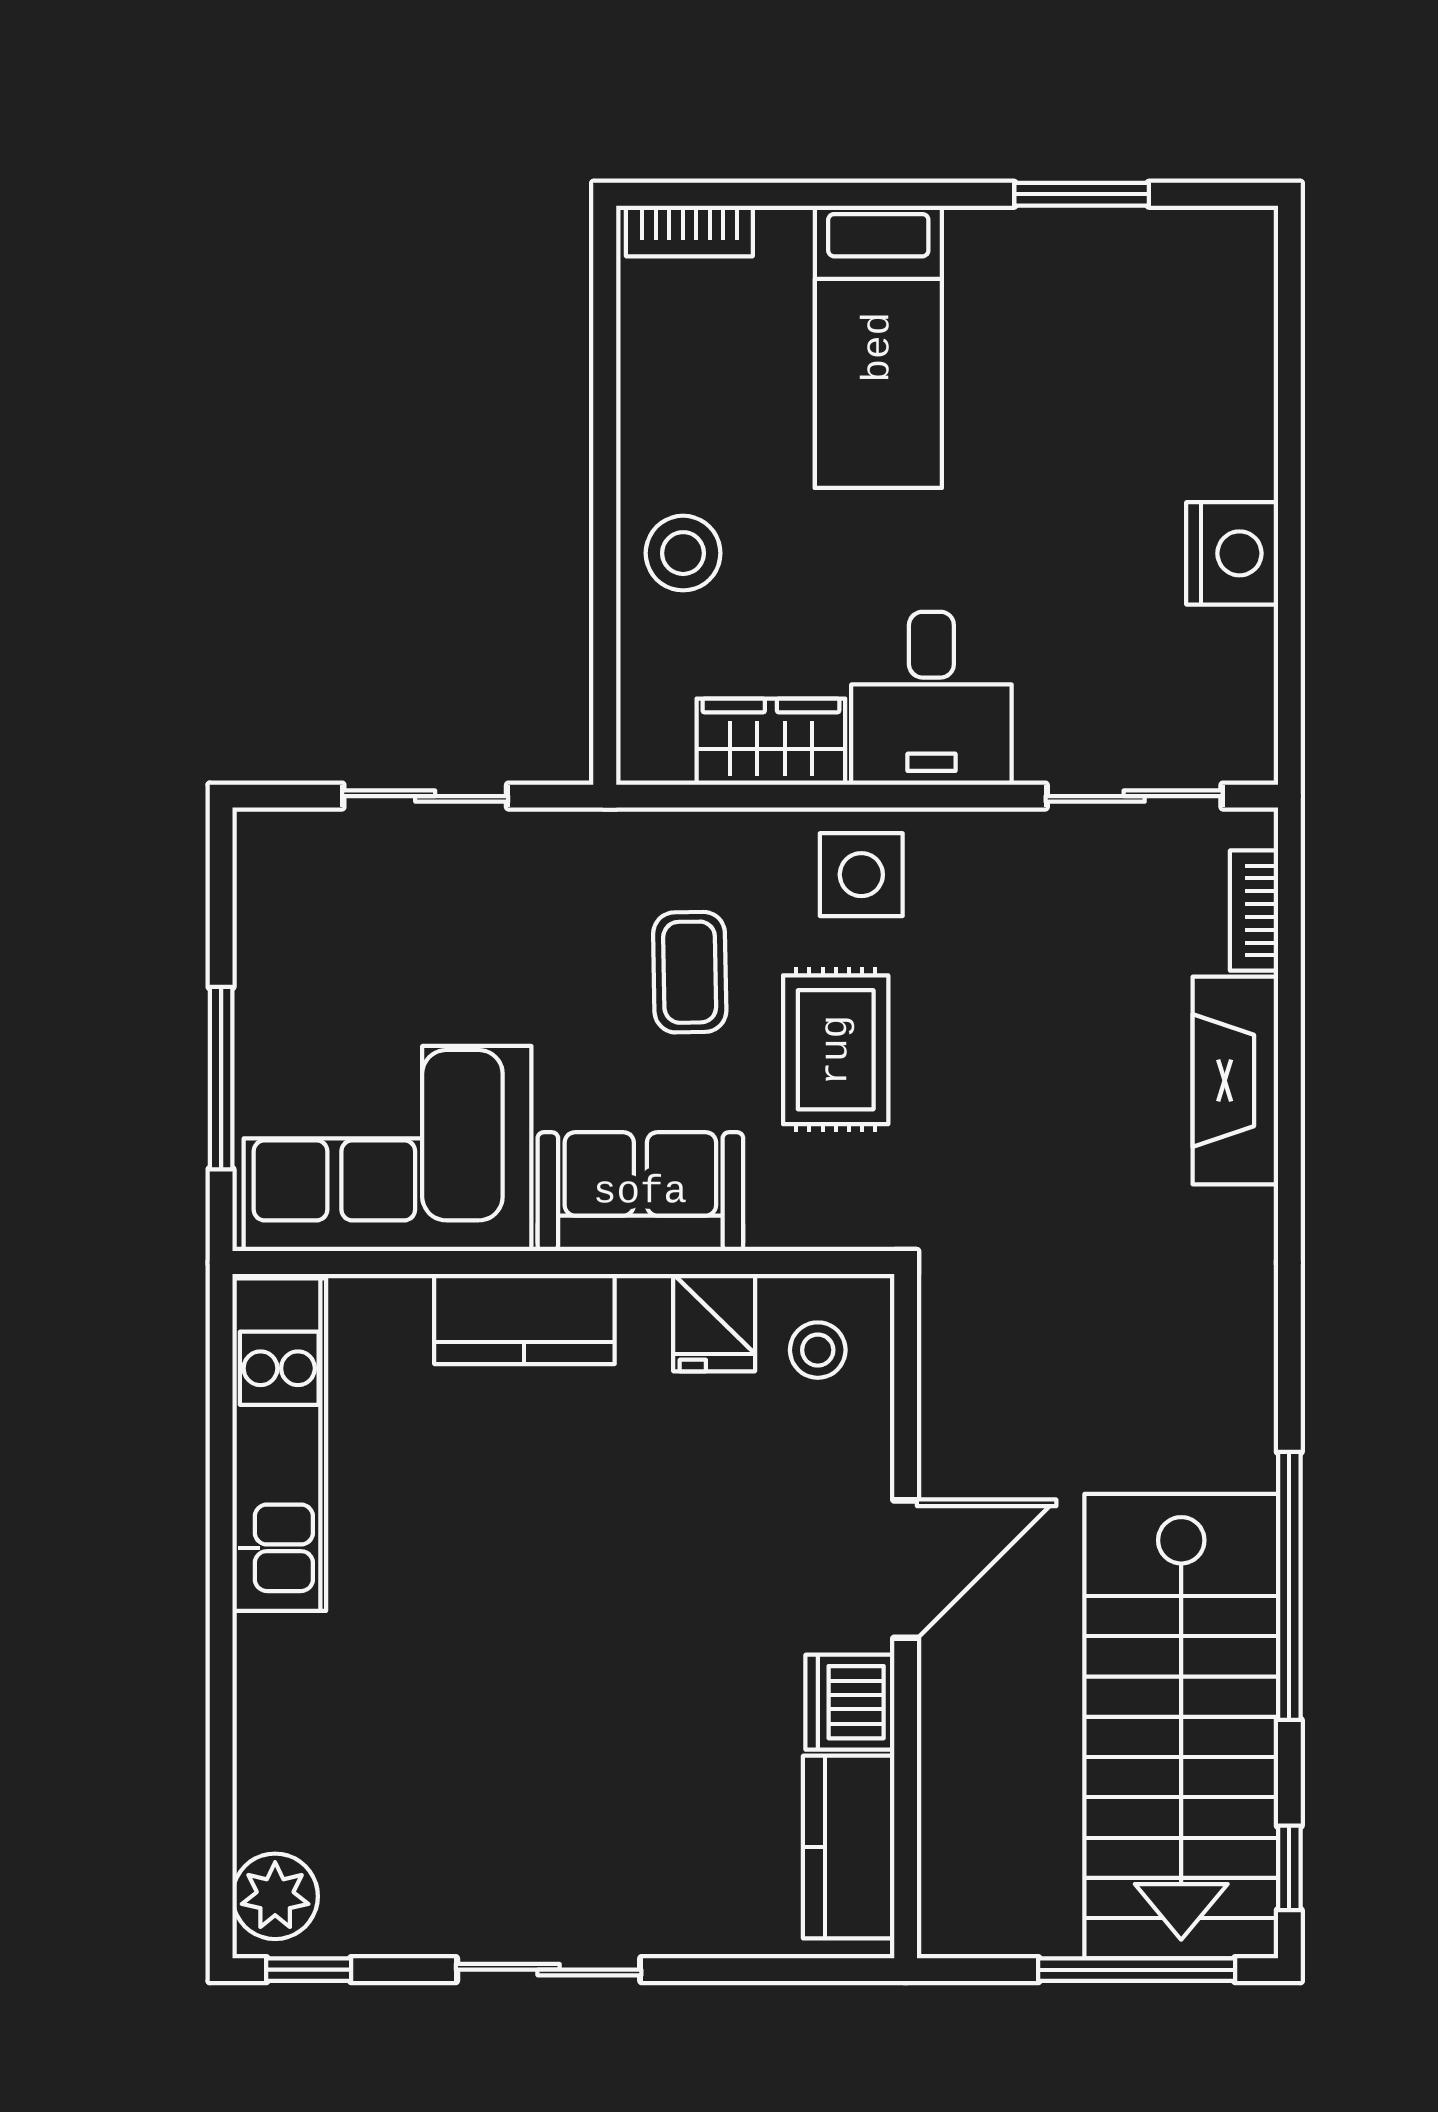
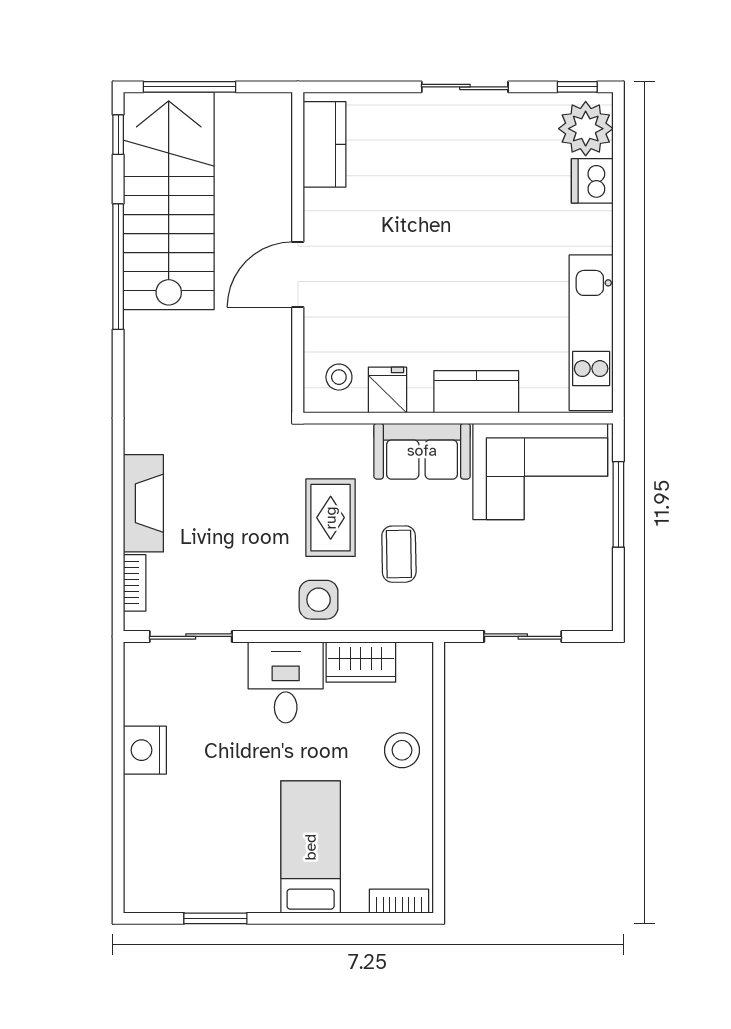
dishwasher: (850, 1702) -> (592, 181), moved, turned 180
plant: (275, 1896) -> (586, 129), width x1.36, depth x1.36

